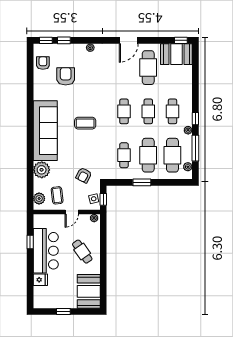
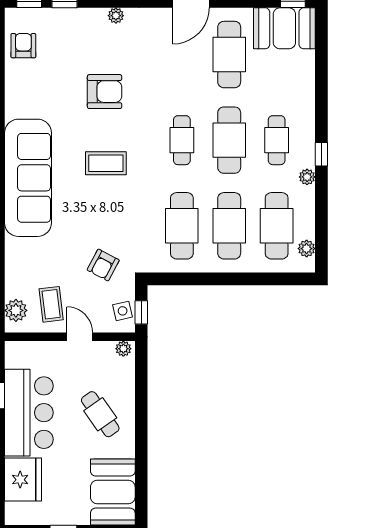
armchair: (66, 76) -> (105, 92), moved, turned 90
cafe table: (148, 111) -> (229, 140), width x1.37, depth x1.35
window: (195, 148) -> (321, 212), removed
cafe table: (124, 155) -> (182, 226), width x1.37, depth x1.35
plant: (42, 170) -> (21, 254), removed
window: (142, 182) -> (217, 279), removed
door: (72, 212) -> (80, 337), swing flipped
fridge: (40, 280) -> (23, 480), width x1.88, depth x1.34

